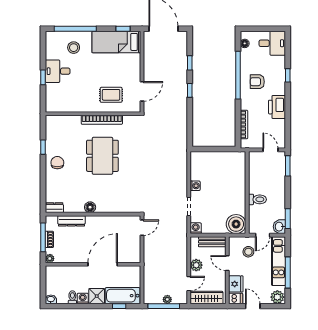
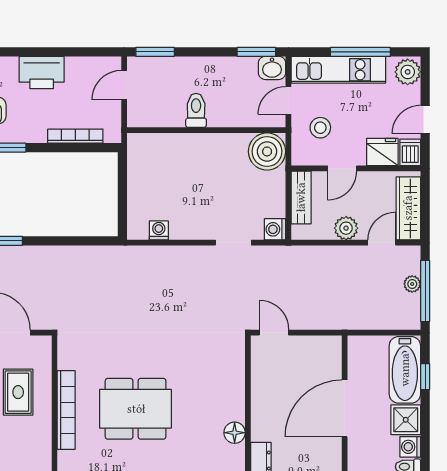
washing machine: (195, 186) -> (159, 230), moved
toilet: (257, 199) -> (196, 110), moved
door: (263, 235) -> (288, 100), swing flipped
door: (103, 264) -> (345, 408), hinge flipped
door: (189, 284) -> (382, 243), hinge flipped

